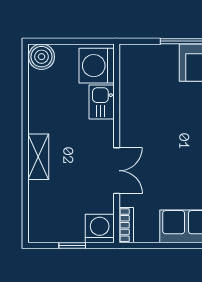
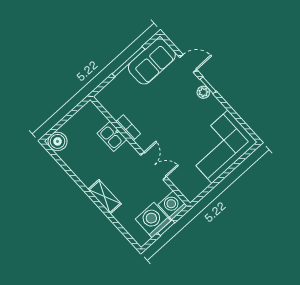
washing machine: (97, 66) -> (153, 220), moved, turned 90
bookcase: (126, 225) -> (128, 128), moved

